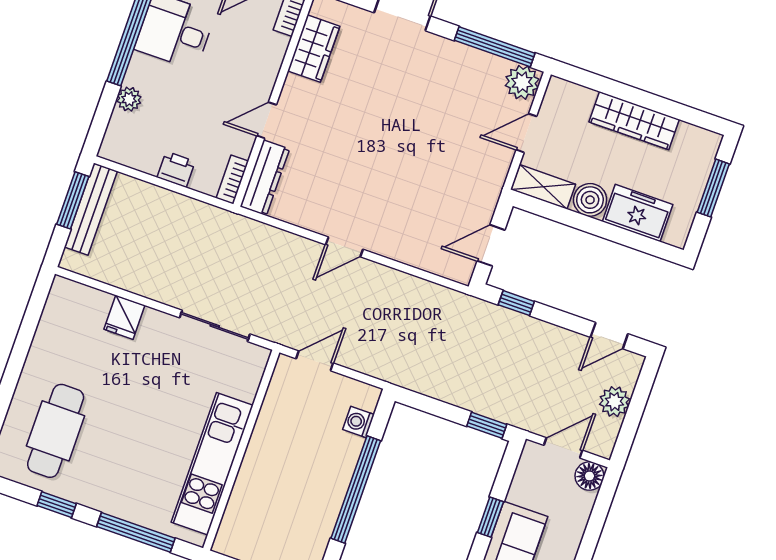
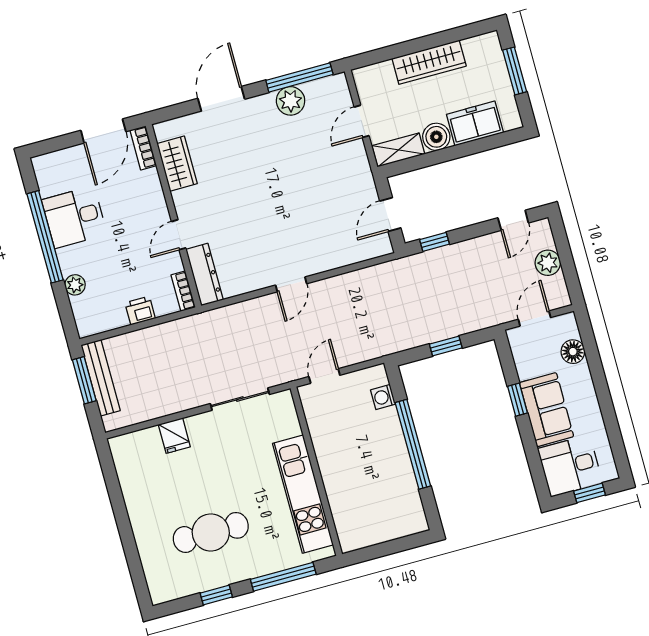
plant: (522, 82) -> (291, 101), moved
window: (487, 425) -> (446, 346), moved
cafe table: (56, 431) -> (211, 532), moved, turned 90
floor lamp: (589, 476) -> (573, 352), moved

